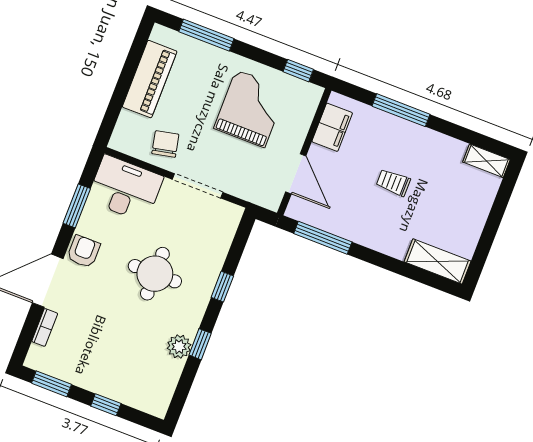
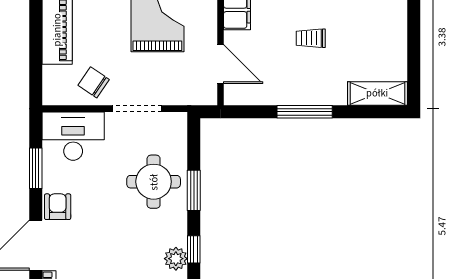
chair: (165, 144) -> (94, 82), turned -44
window: (323, 238) -> (305, 112), moved
round table: (155, 274) -> (154, 182), moved
window: (222, 287) -> (194, 190), width x1.50

